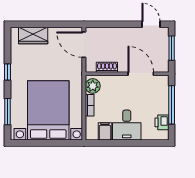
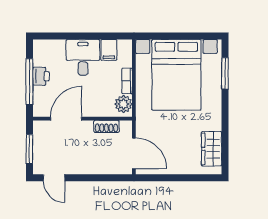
wardrobe: (33, 35) -> (212, 149), moved, turned -90
window: (7, 72) -> (225, 121), removed
door: (141, 74) -> (66, 119), swing flipped
printer: (162, 122) -> (41, 76), moved

